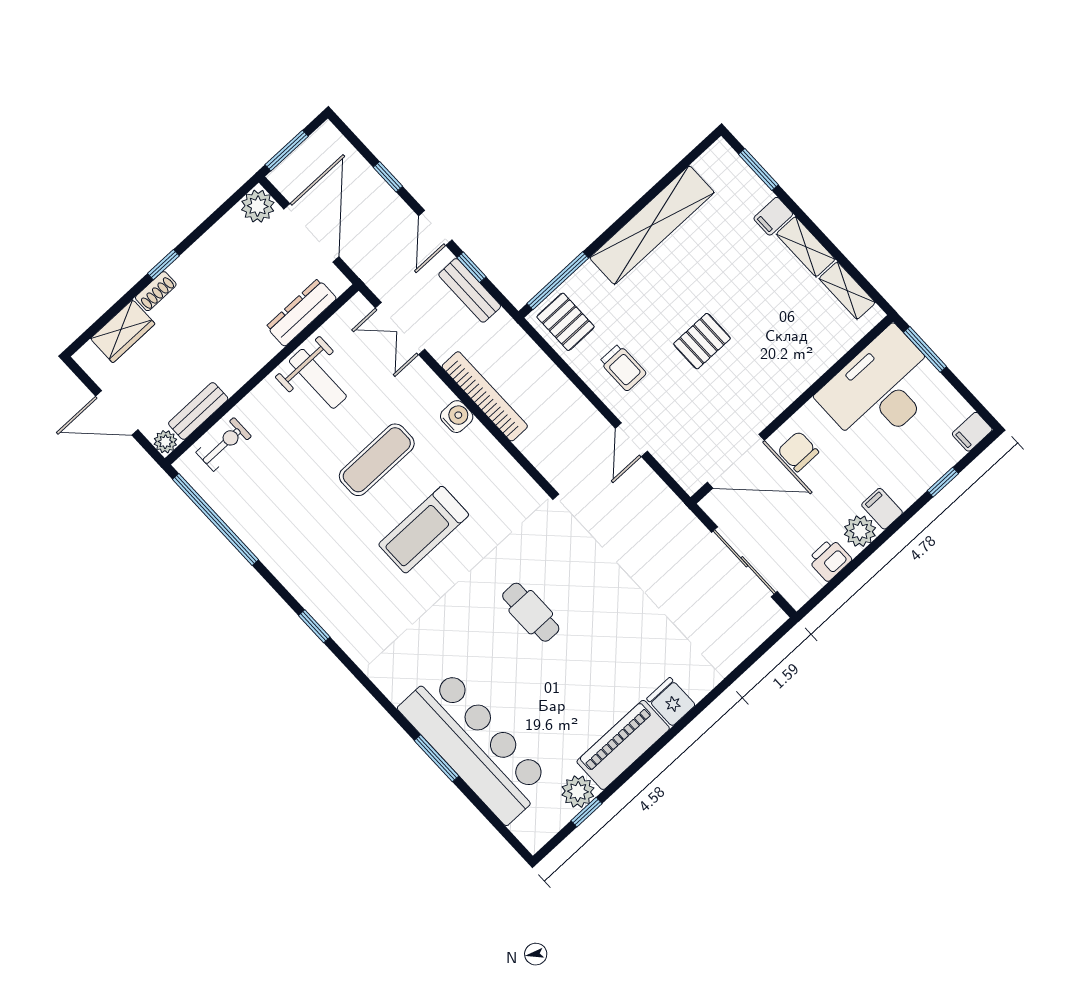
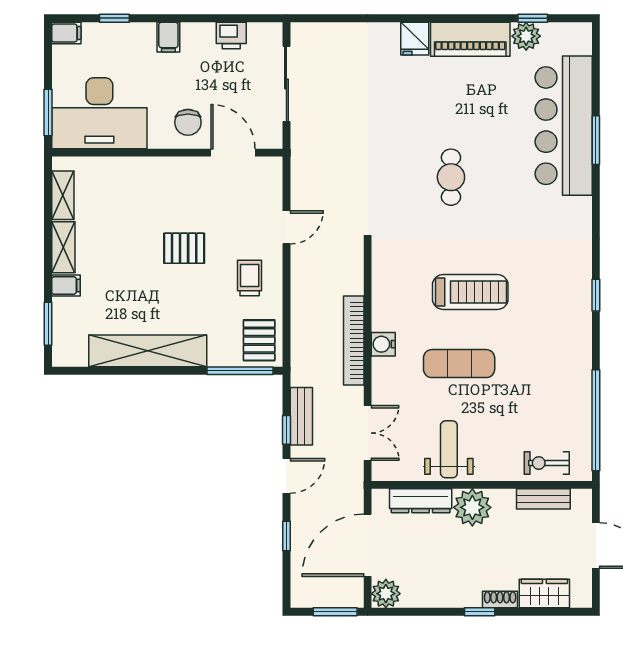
plant: (165, 442) -> (472, 507), moved, width x1.87, depth x1.87
door: (736, 461) -> (233, 153), width x0.73
plant: (860, 531) -> (196, 36), removed

